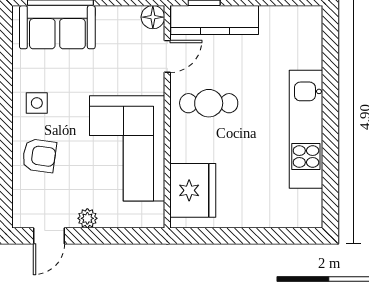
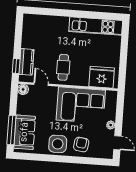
kitchen counter: (215, 20) -> (26, 62), width x0.67
side table: (37, 103) -> (58, 144), width x1.87, depth x1.87
kitchen unit: (306, 129) -> (96, 26), moved

